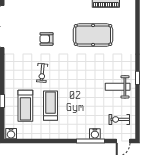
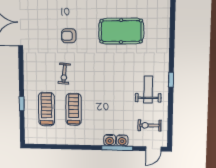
weight bench: (118, 87) -> (148, 90), turned 90
treadmill: (25, 106) -> (46, 109), turned 180
water cooler: (11, 134) -> (110, 140), moved

